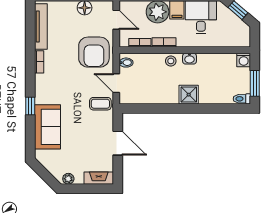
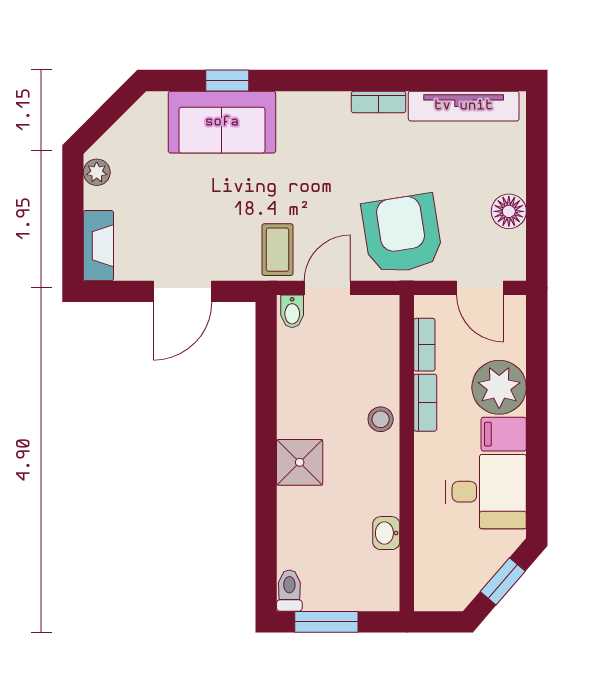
door: (116, 20) -> (480, 288), hinge flipped
armchair: (94, 52) -> (402, 234), turned 81
washbasin: (189, 59) -> (386, 533), moved
washing machine: (244, 60) -> (383, 595), removed
bidet: (126, 63) -> (292, 311), moved
window: (30, 106) -> (227, 81), moved

